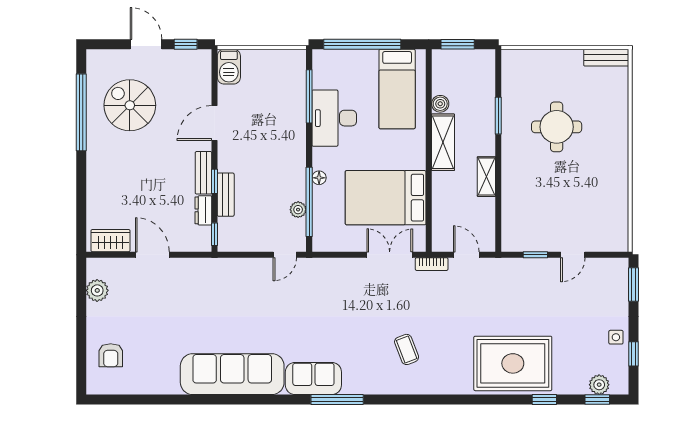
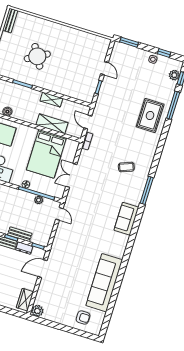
round table: (557, 127) -> (37, 56), turned -30
shelving: (443, 142) -> (52, 124), moved
door: (152, 255) -> (42, 269), moved
double door: (390, 255) -> (71, 175), moved
door: (466, 255) -> (88, 122), hinge flipped
plant: (97, 290) -> (37, 311), moved
rug: (513, 363) -> (150, 116), width x0.73, depth x0.69
sofa: (232, 374) -> (104, 283), moved
window: (337, 399) -> (147, 190), moved
window: (544, 399) -> (173, 105), width x2.17

